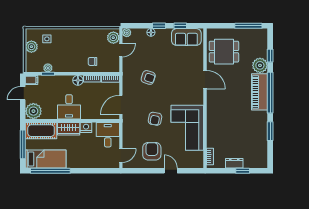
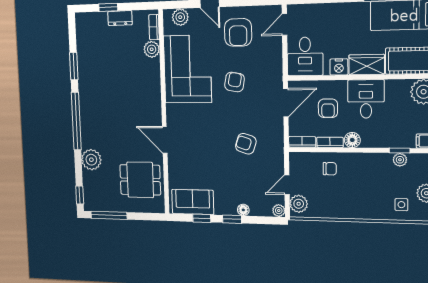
window: (270, 56) -> (80, 195), moved
piano: (260, 92) -> (90, 122), removed
armchair: (93, 101) -> (328, 108), added
plant: (212, 142) -> (152, 49), added
plant: (191, 162) -> (180, 17), added

